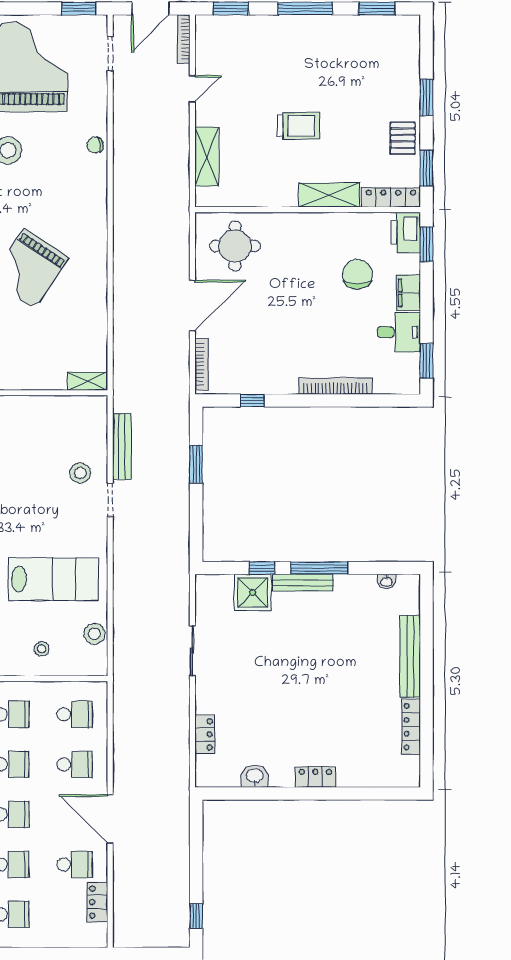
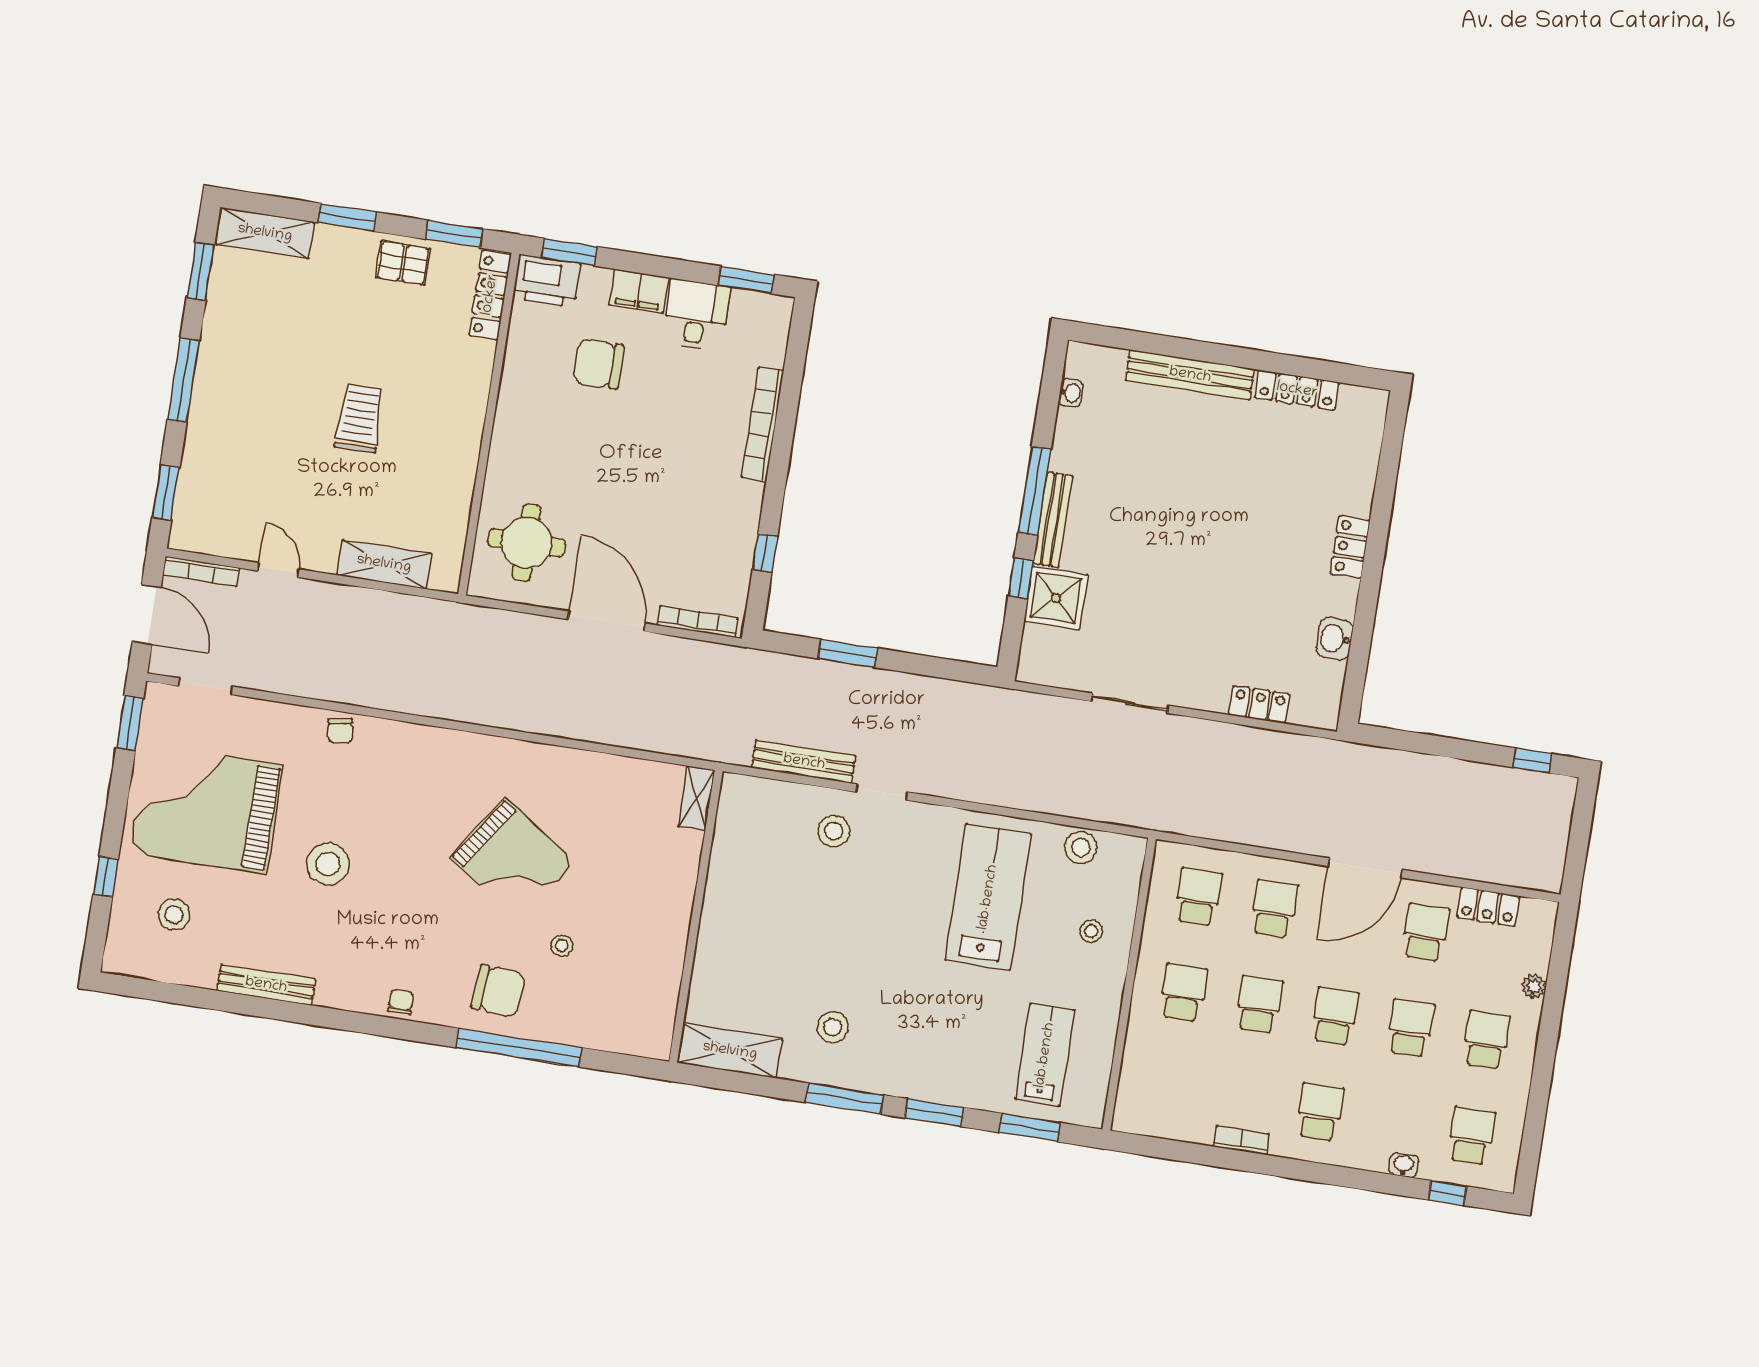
shelving: (329, 195) -> (265, 233), moved, turned 90
plant: (51, 940) -> (1534, 987), added

